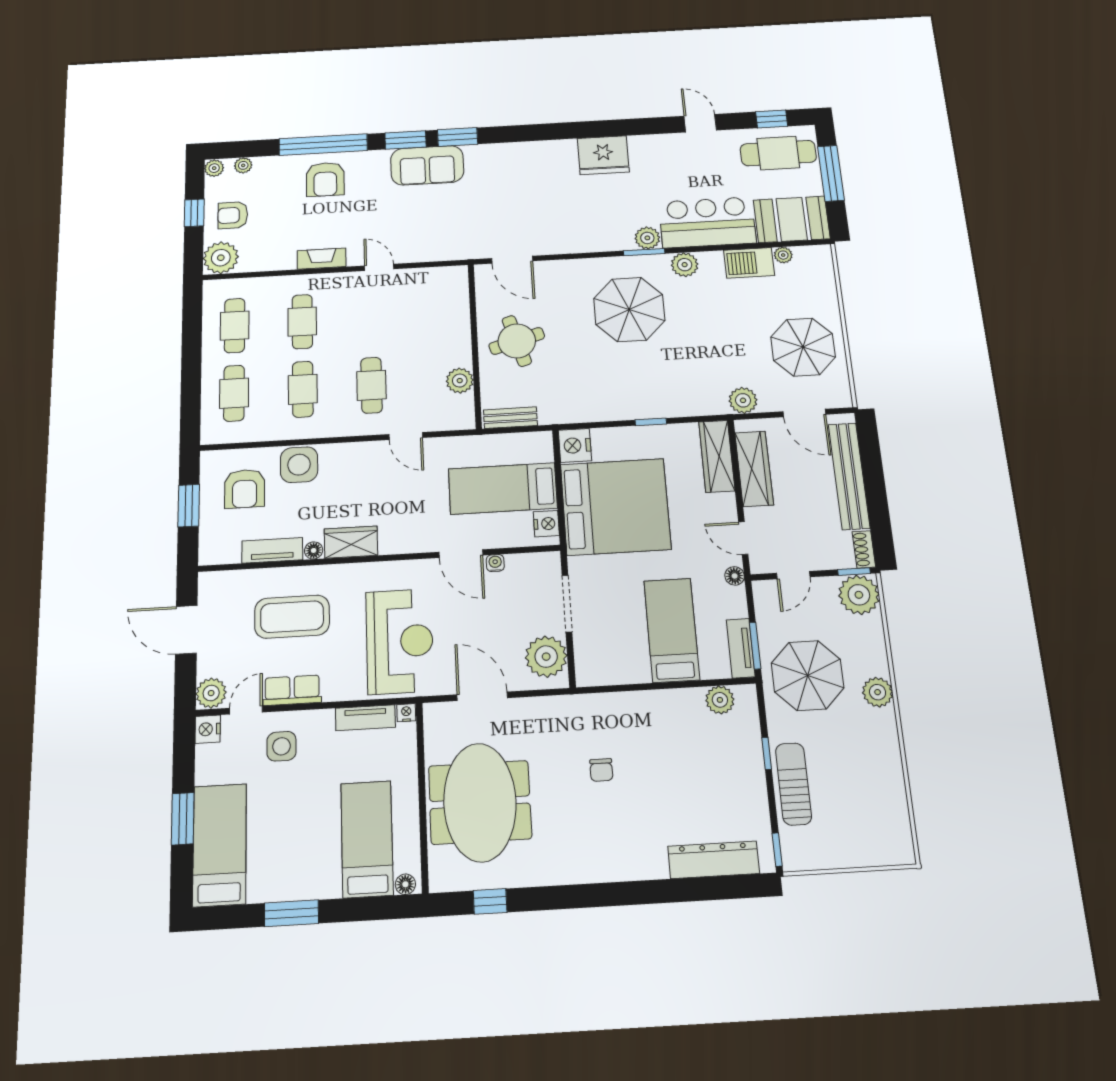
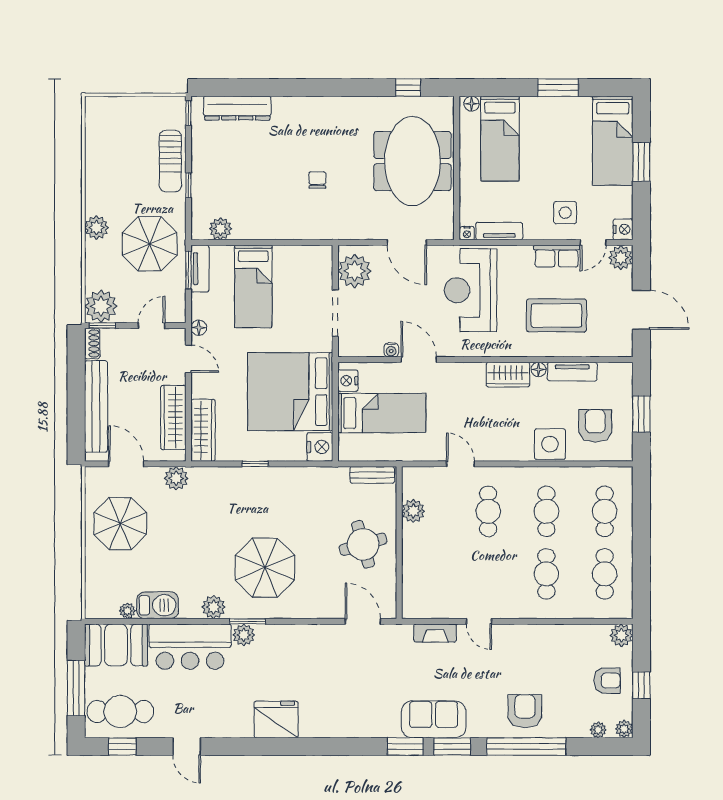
plant: (221, 258) -> (621, 635), width x0.73, depth x0.73
fireplace: (322, 259) -> (435, 633), moved

